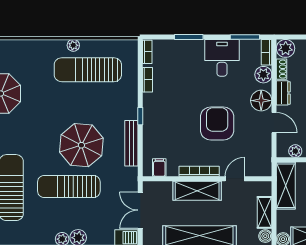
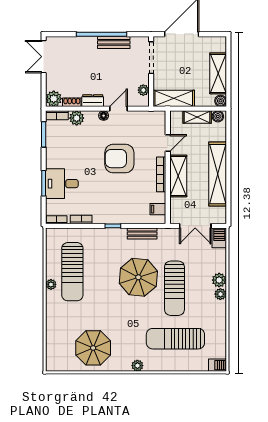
desk: (222, 58) -> (62, 184), moved
floor lamp: (261, 101) -> (104, 116), width x0.53, depth x0.53
bench: (131, 143) -> (142, 234), width x0.73
door: (235, 179) -> (168, 143), swing flipped

